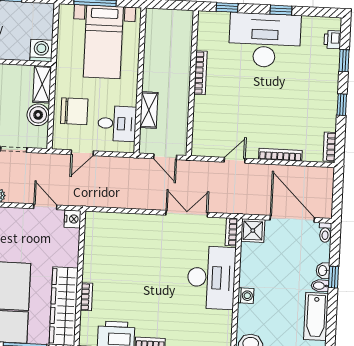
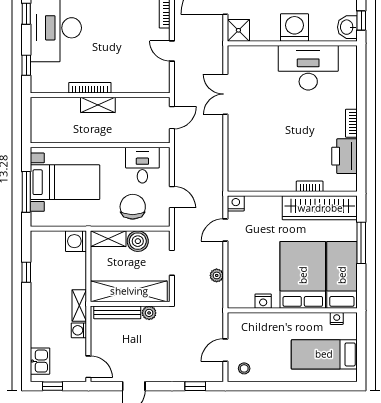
shelving: (149, 110) -> (98, 105), moved
bookcase: (231, 232) -> (241, 51), removed
desk: (211, 278) -> (308, 68), moved
washing machine: (246, 296) -> (295, 27), width x1.89, depth x1.89

